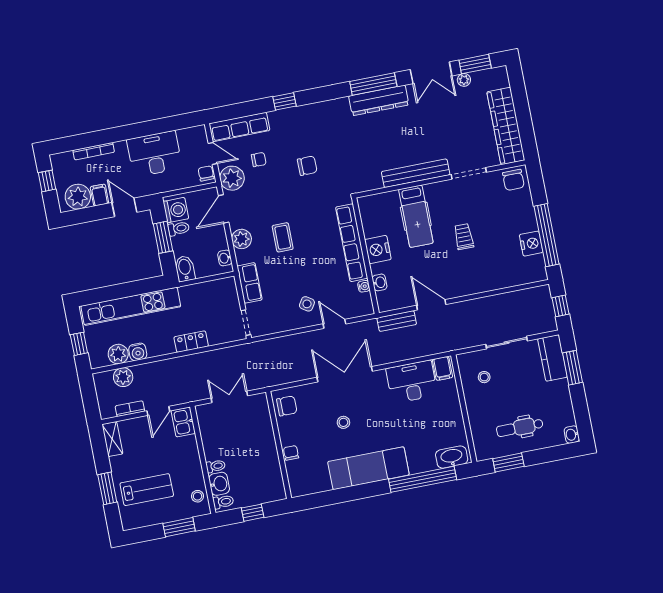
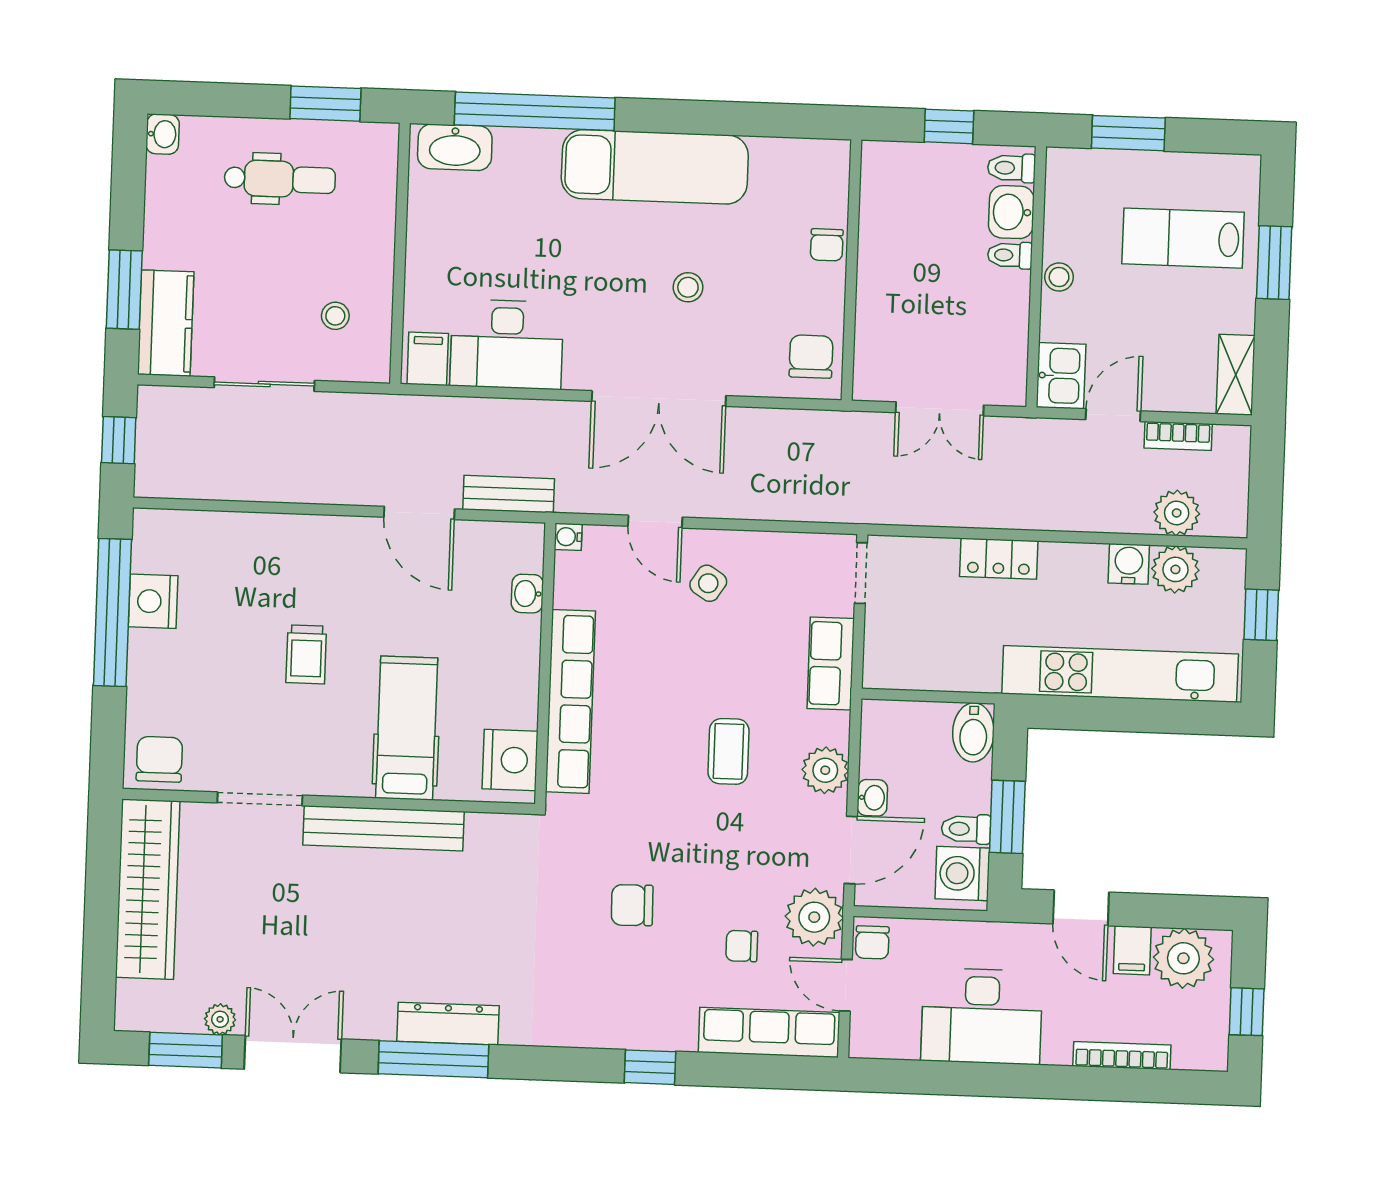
dresser: (379, 100) -> (448, 1024), width x0.73, depth x0.80
nightstand: (378, 249) -> (510, 760), moved
washbasin: (225, 258) -> (872, 798), moved
water cooler: (364, 286) -> (568, 537), moved
chair: (287, 406) -> (811, 357), turned 90
stool: (198, 496) -> (1059, 277), moved

